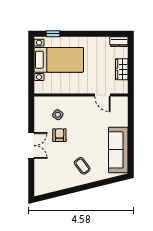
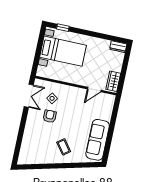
wardrobe: (122, 69) -> (113, 81), moved
door: (102, 95) -> (94, 90), hinge flipped
double door: (31, 146) -> (29, 96), moved

